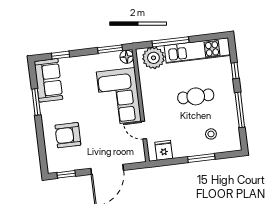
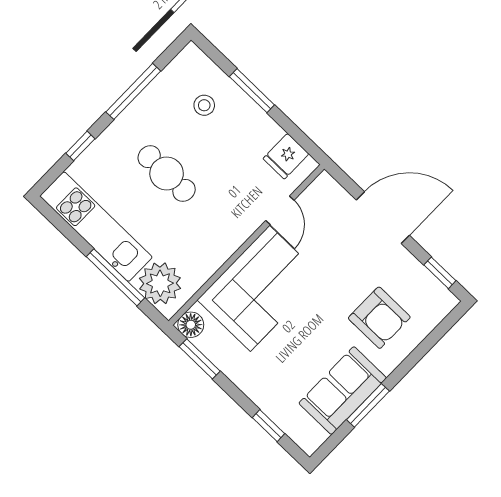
sofa: (48, 80) -> (343, 391), moved

